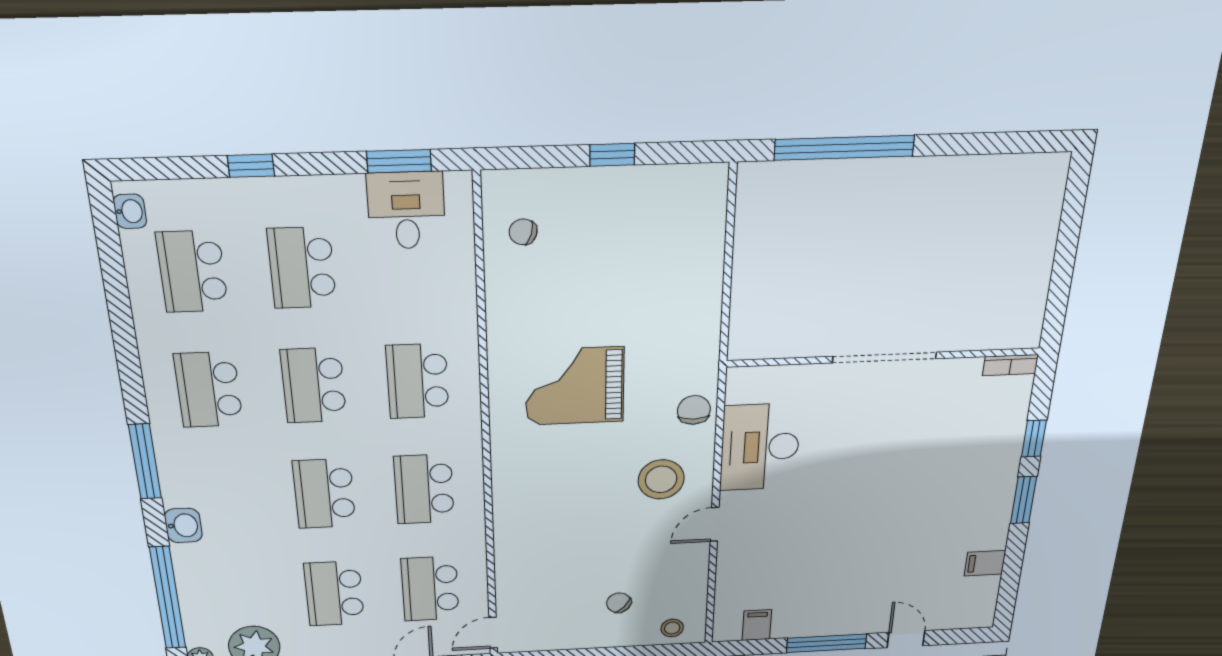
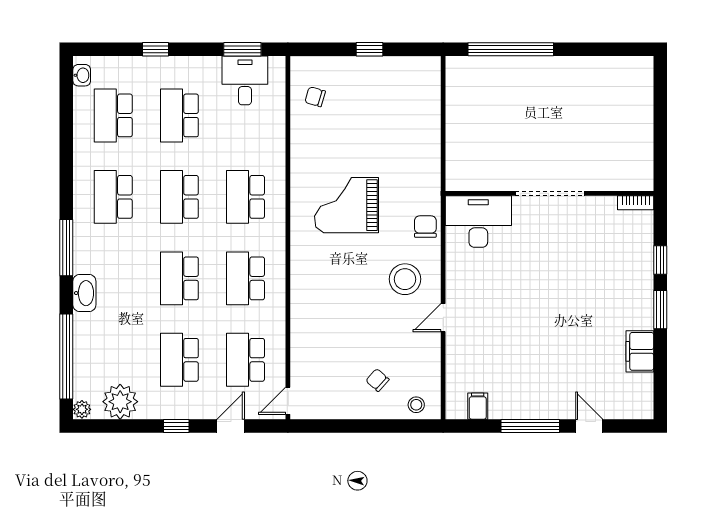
desk: (760, 447) -> (478, 221), moved, turned 90
washbasin: (183, 525) -> (84, 293), width x1.38
filing cabinet: (985, 563) -> (640, 351), width x2.00

